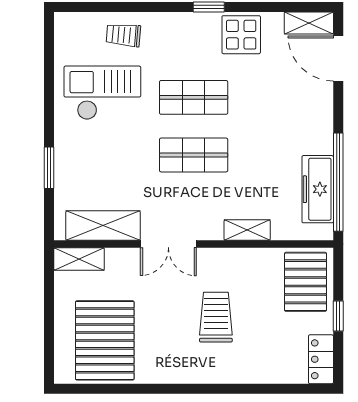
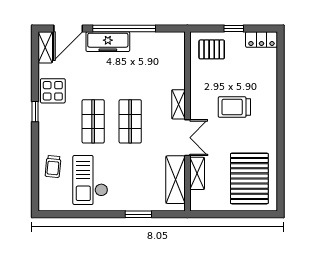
window: (338, 182) -> (124, 28), moved
freezer: (318, 189) -> (108, 42), moved
shelving: (247, 230) -> (178, 104), moved
shelving: (79, 259) -> (197, 173), moved
pallet: (305, 282) -> (212, 49), width x0.67, depth x0.71
pallet: (105, 340) -> (249, 178), turned 90

